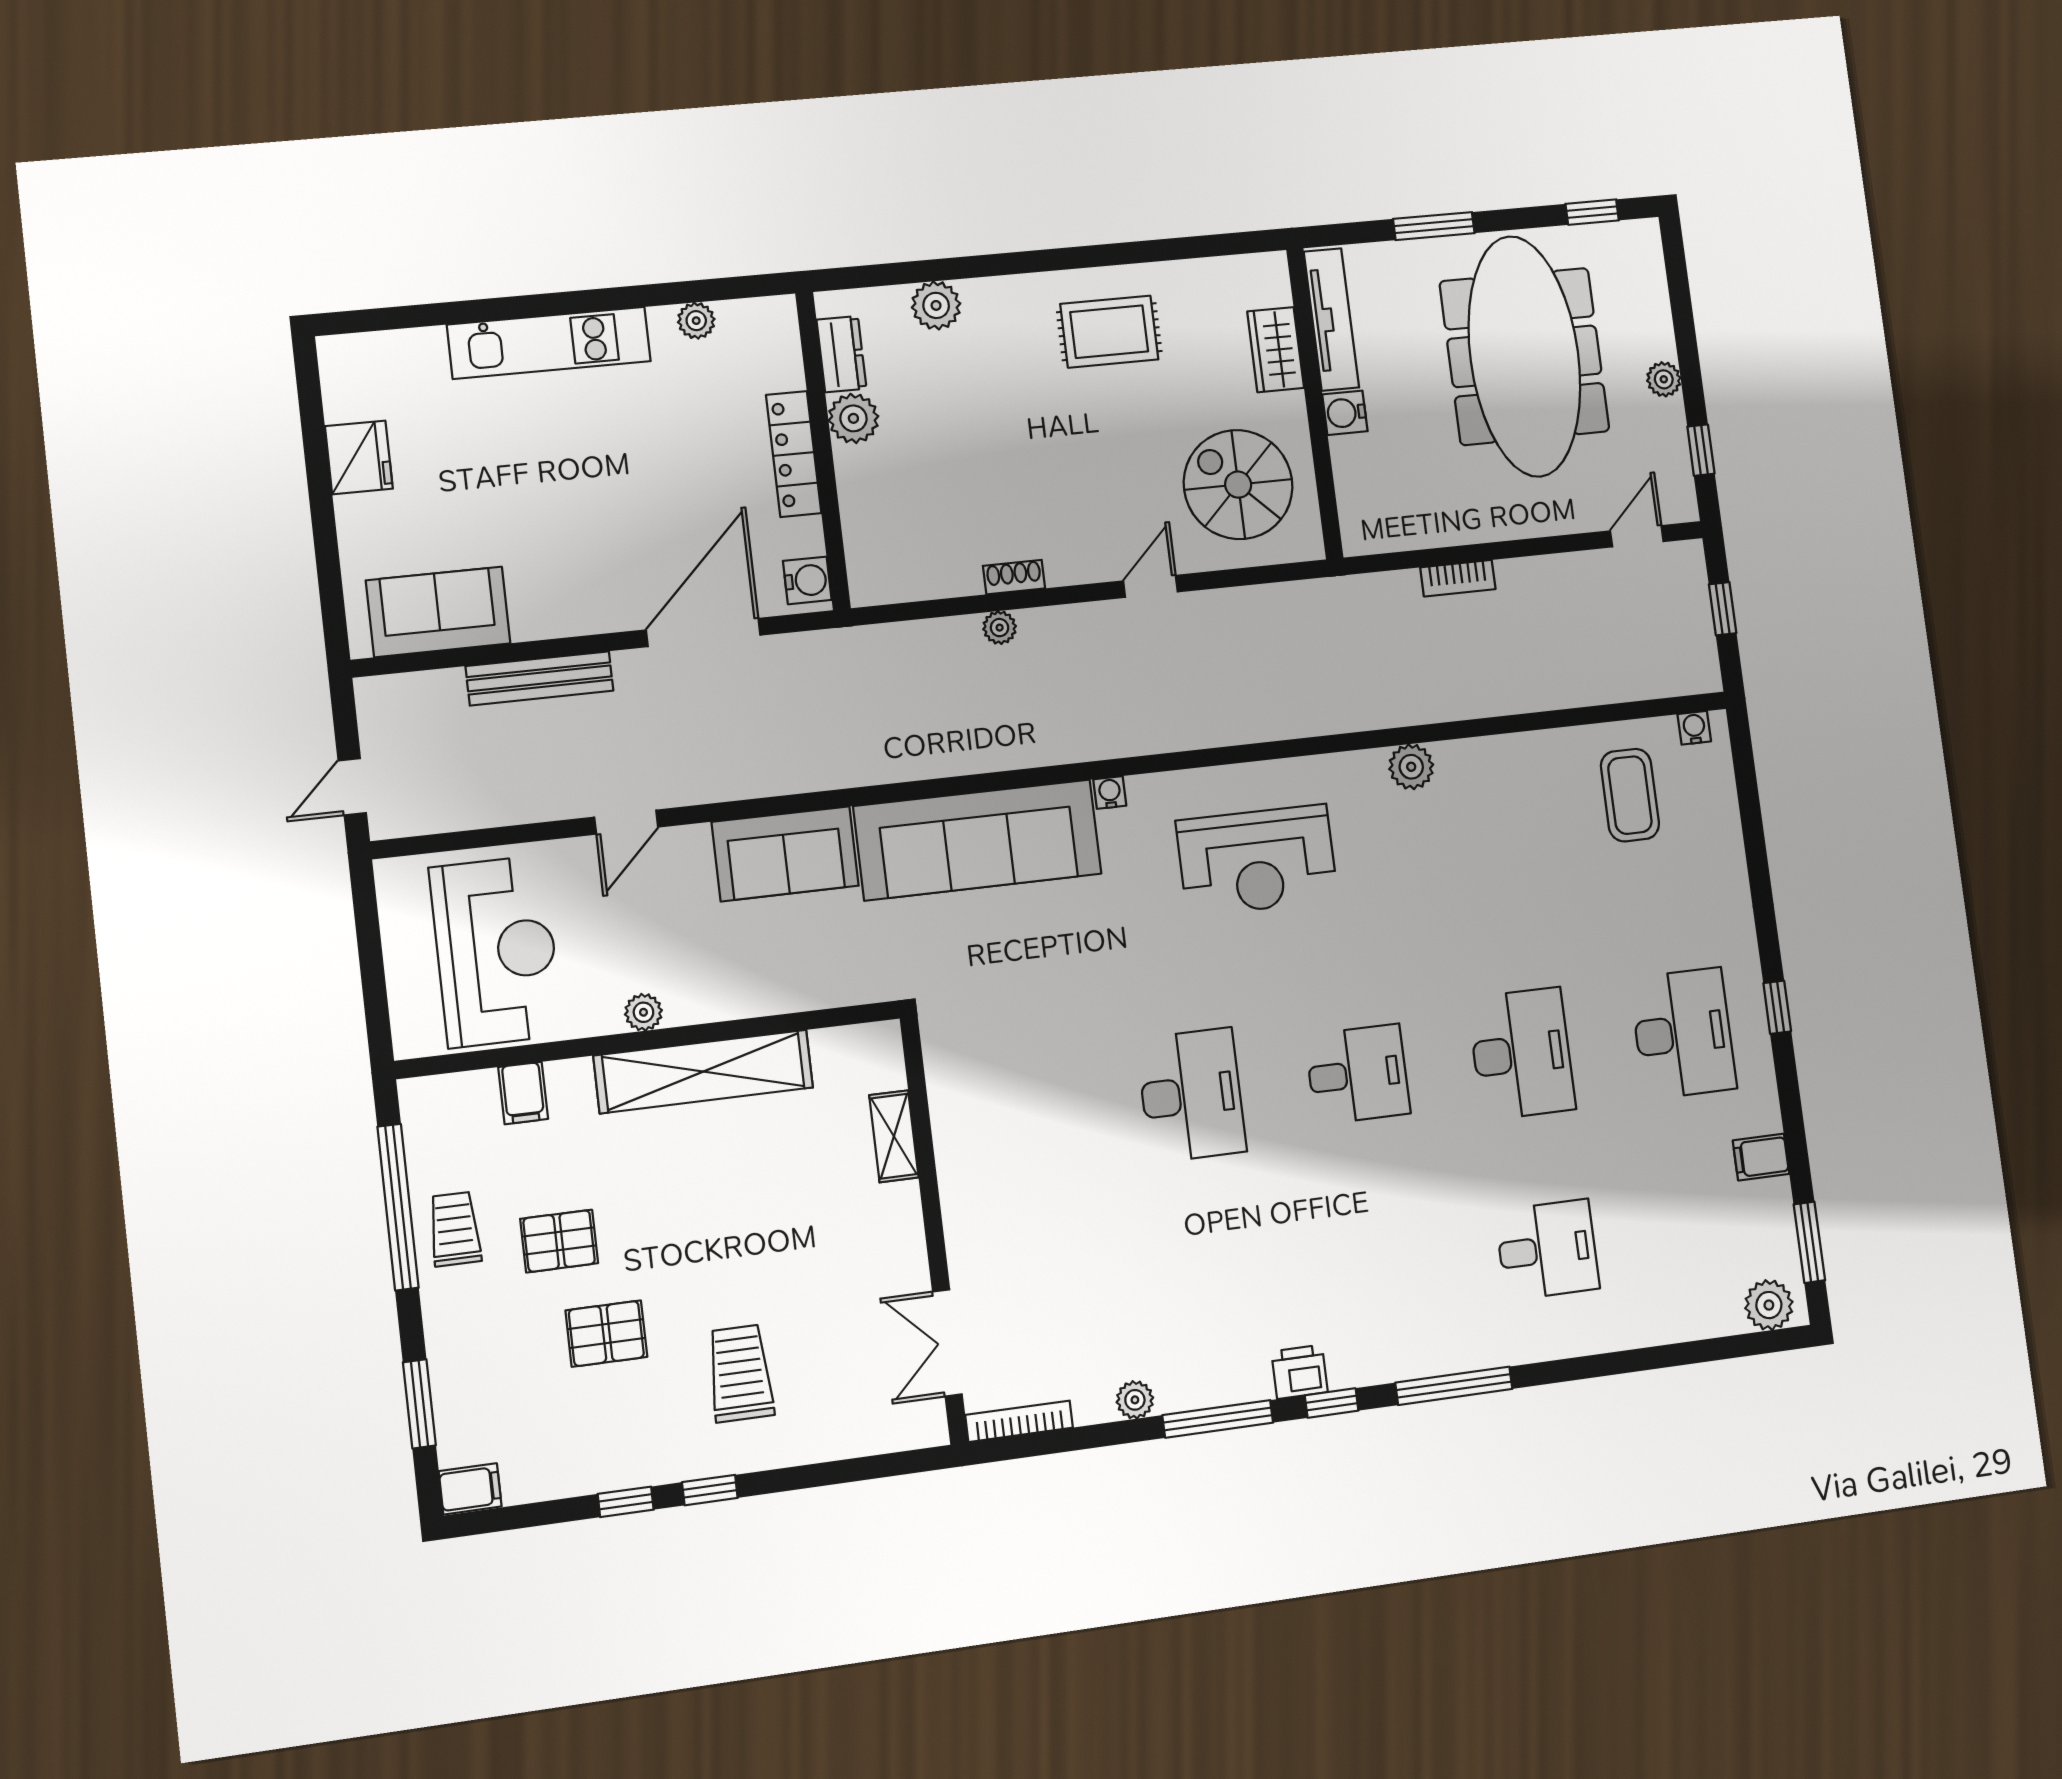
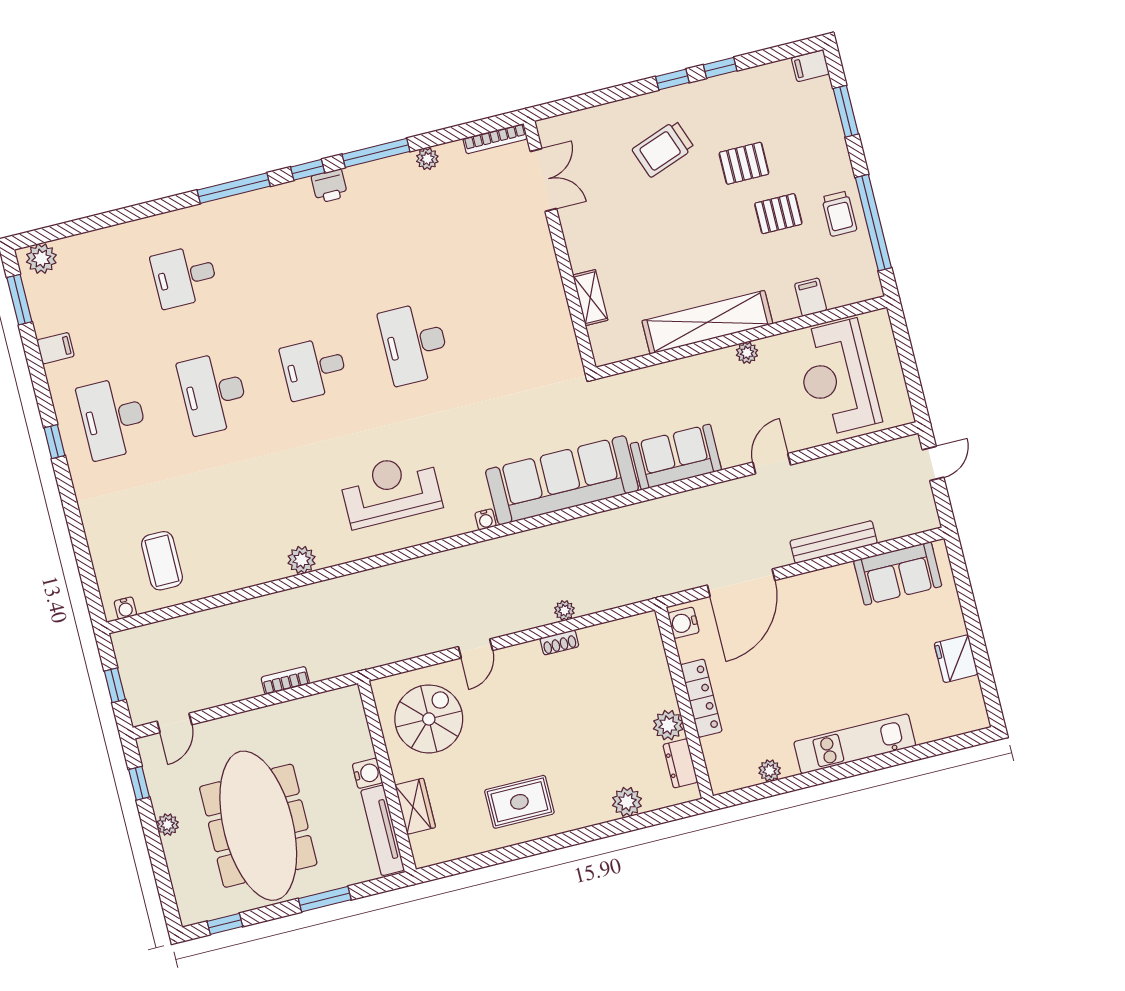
spiral stairs: (1238, 485) -> (429, 719), turned -90
trolley: (740, 1373) -> (663, 149), turned 70

